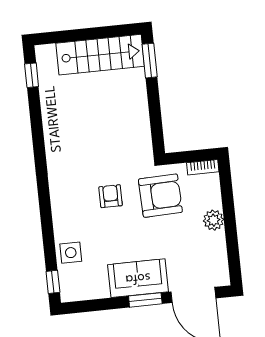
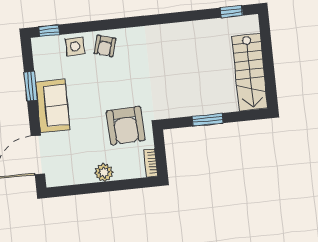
window: (150, 61) -> (208, 120), moved
armchair: (111, 196) -> (105, 46), moved, turned 107
window: (145, 300) -> (31, 86), moved

